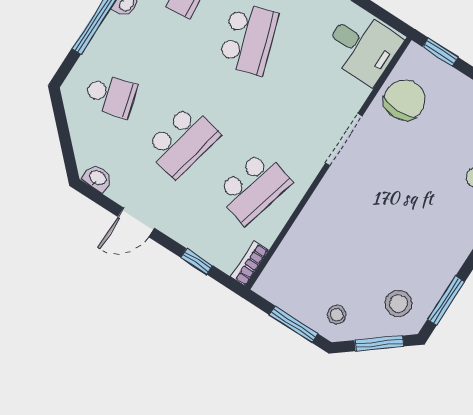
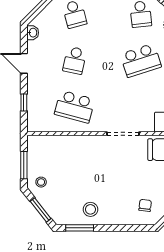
school desk: (182, 141) -> (75, 60), width x0.54
bookcase: (250, 264) -> (39, 127), removed
stool: (398, 303) -> (90, 209), moved

